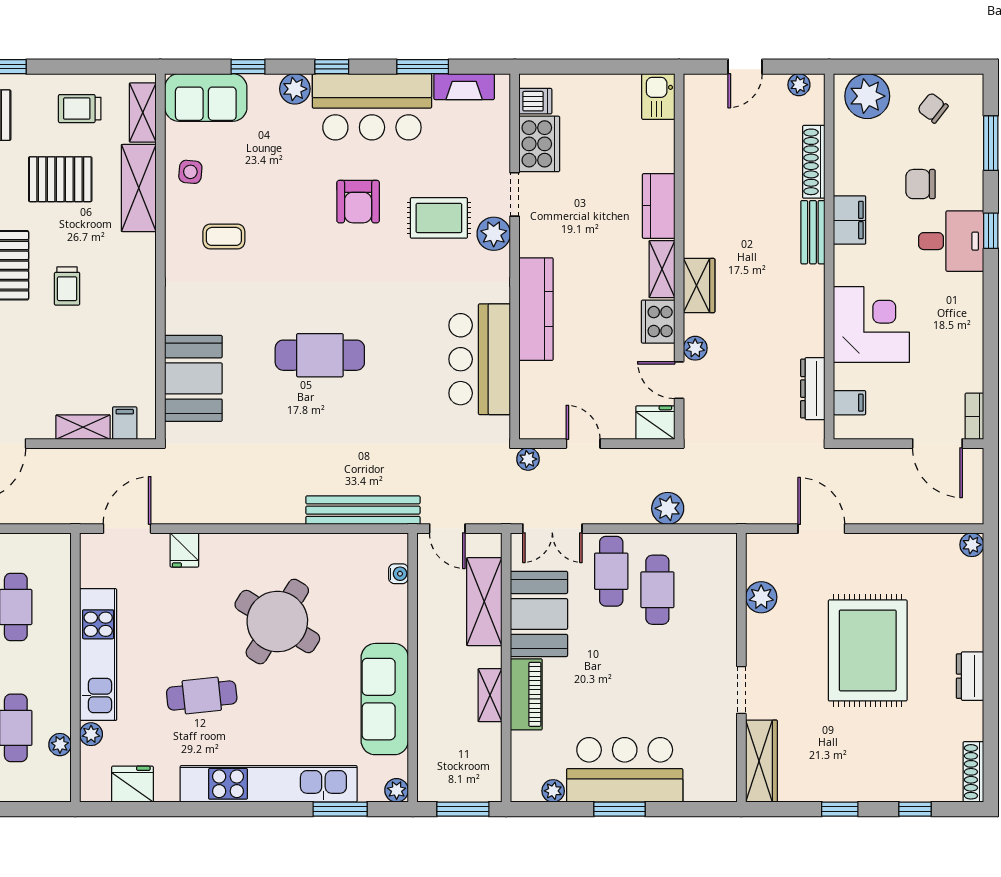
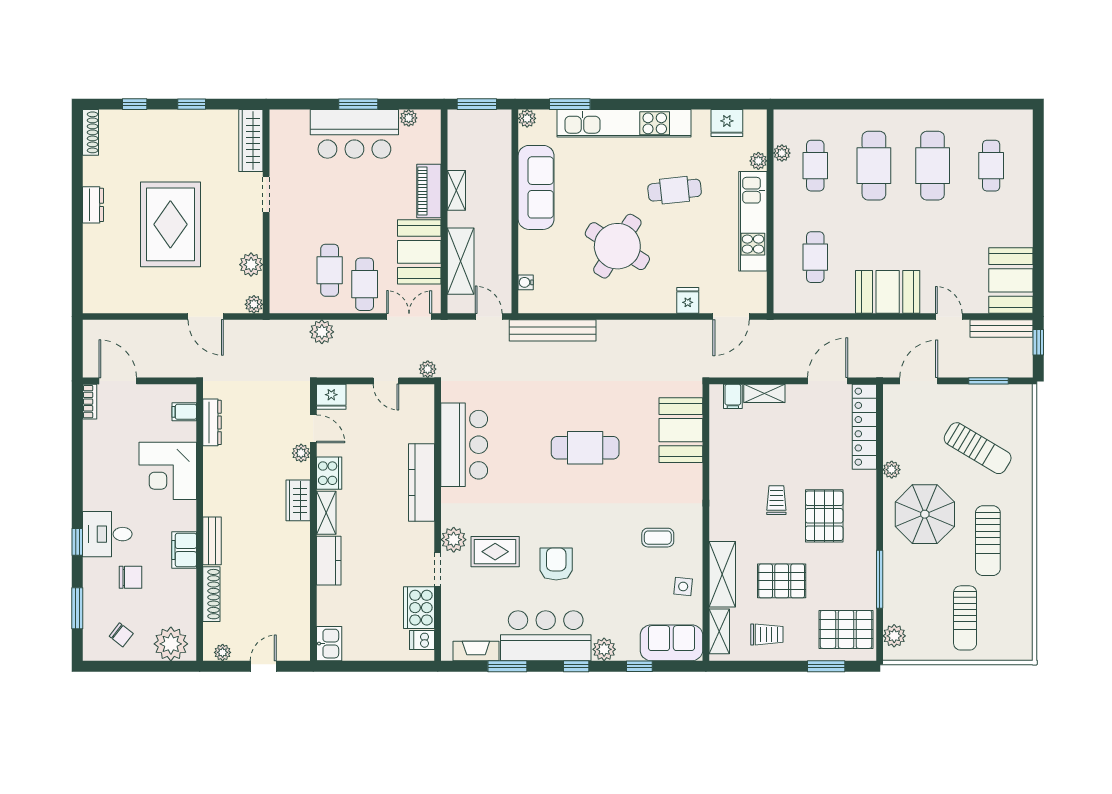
plant: (972, 545) -> (254, 304), moved

